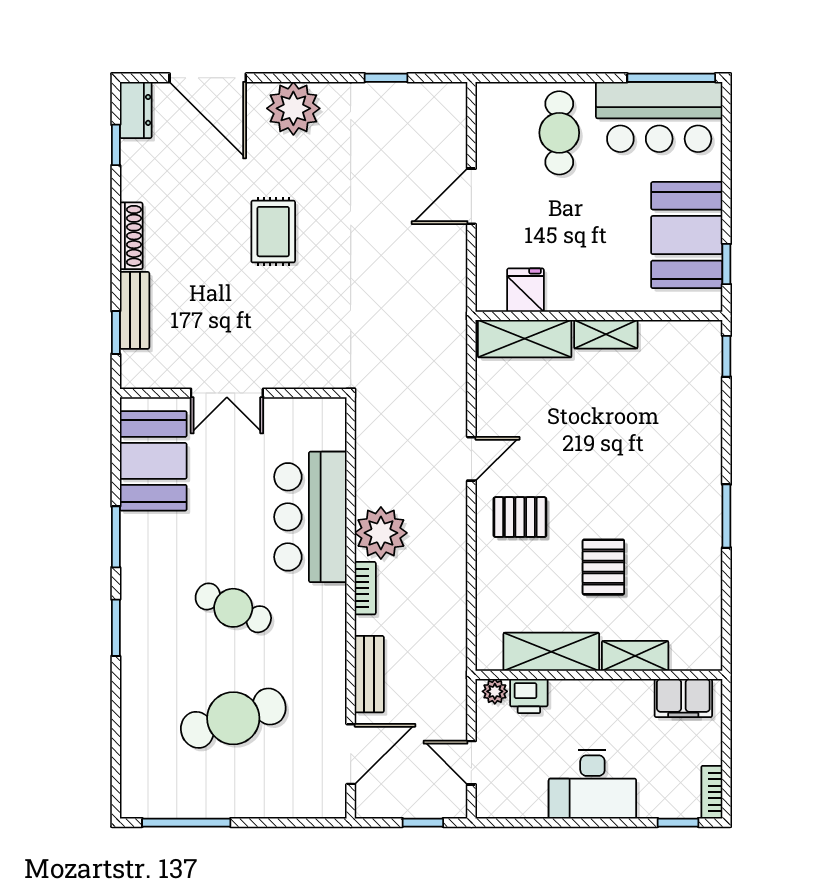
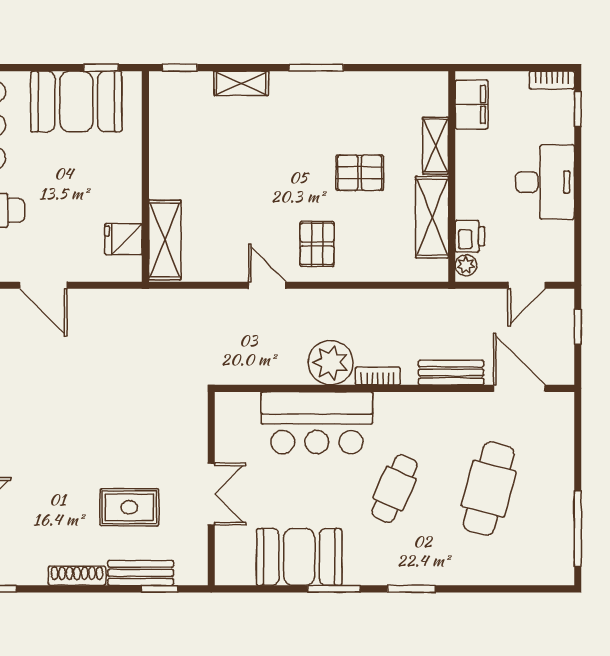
rug: (273, 232) -> (129, 507), moved
shelving: (606, 334) -> (241, 83), moved, turned 90
booth: (153, 461) -> (299, 557), moved
cafe table: (233, 718) -> (489, 489), turned 33

